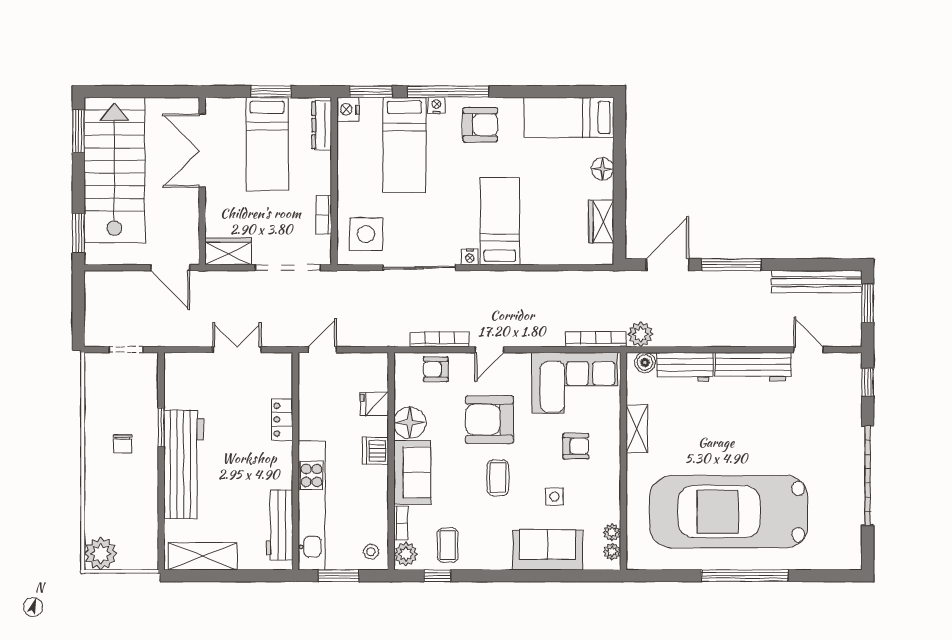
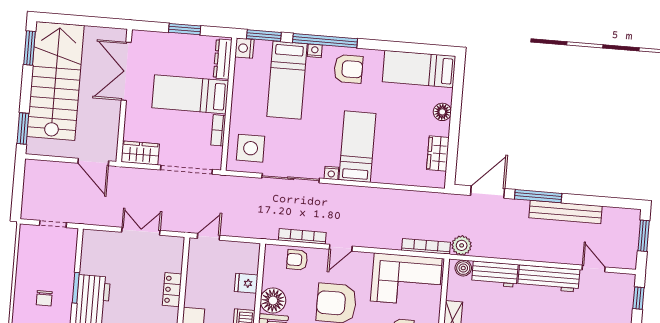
bed: (267, 144) -> (190, 94), moved, turned 90
bench: (817, 282) -> (566, 212), moved

